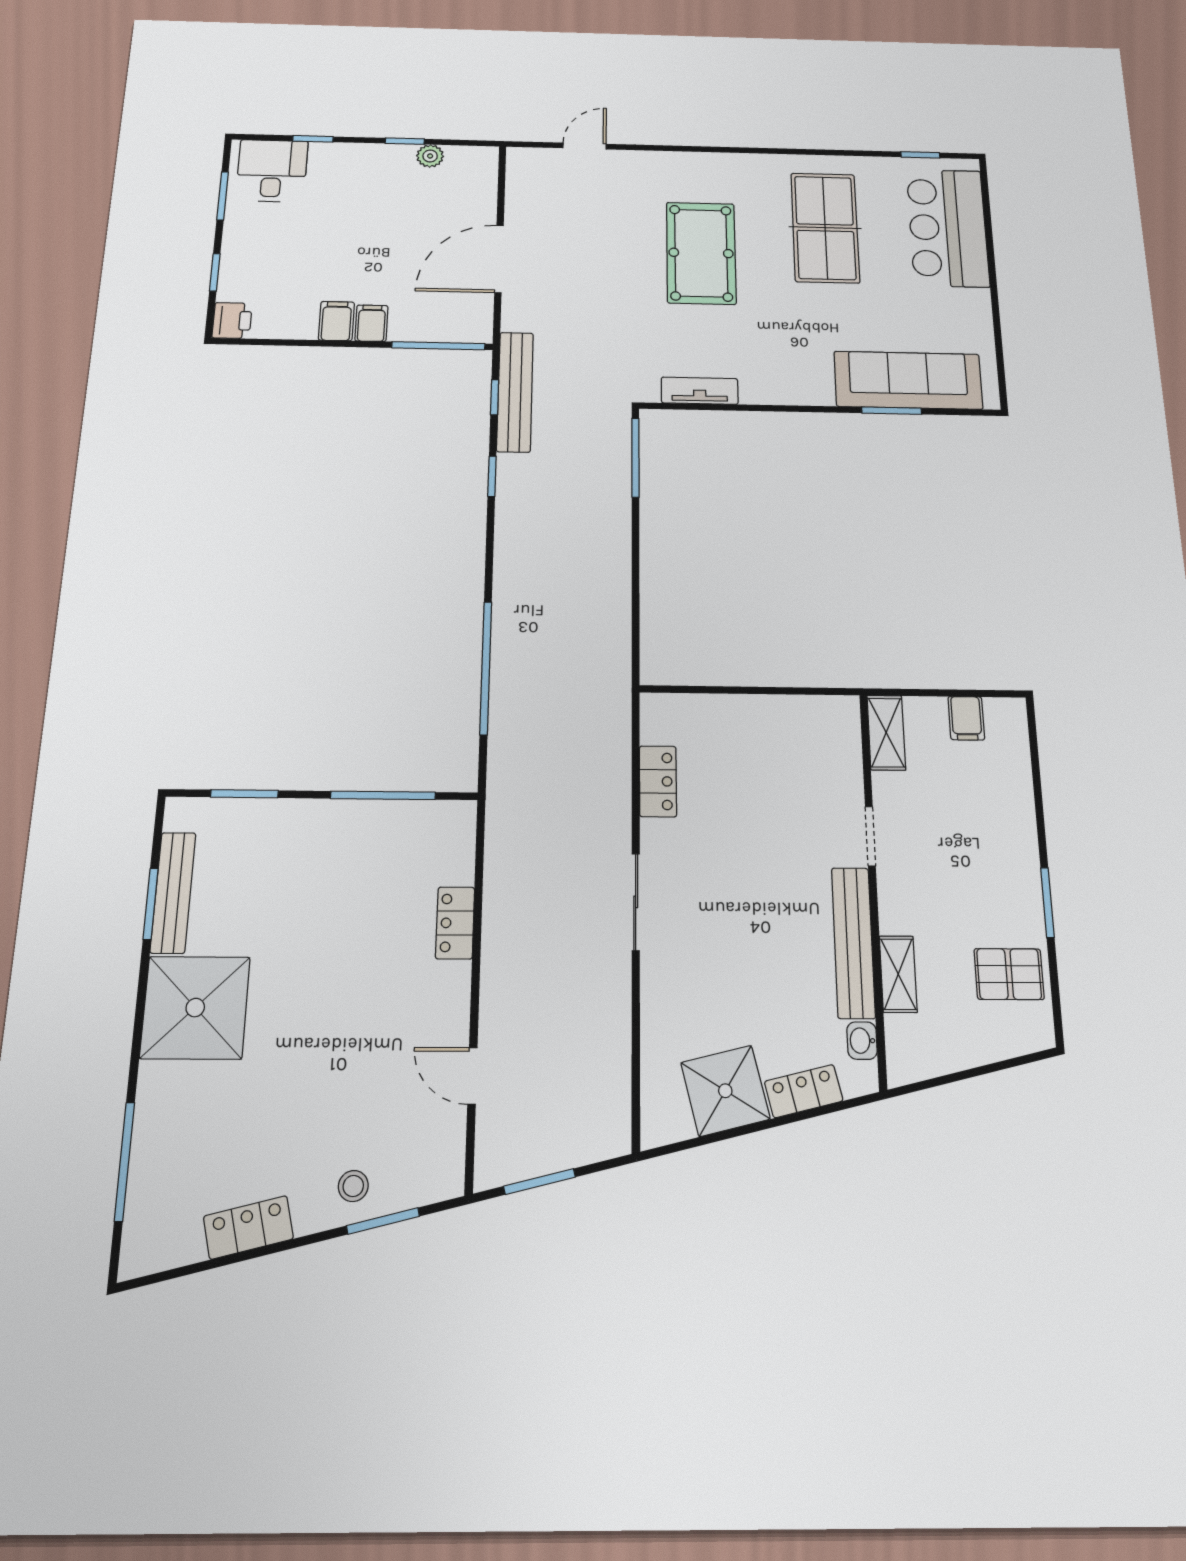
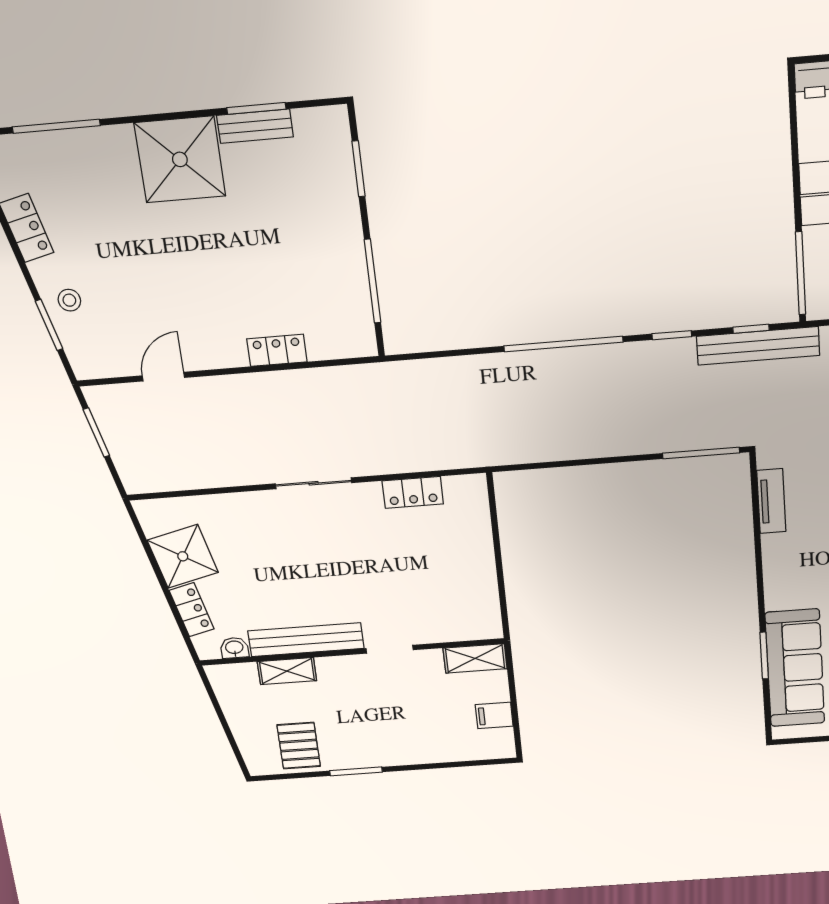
window: (486, 668) -> (563, 344), moved
bench: (173, 892) -> (255, 126), width x0.73

